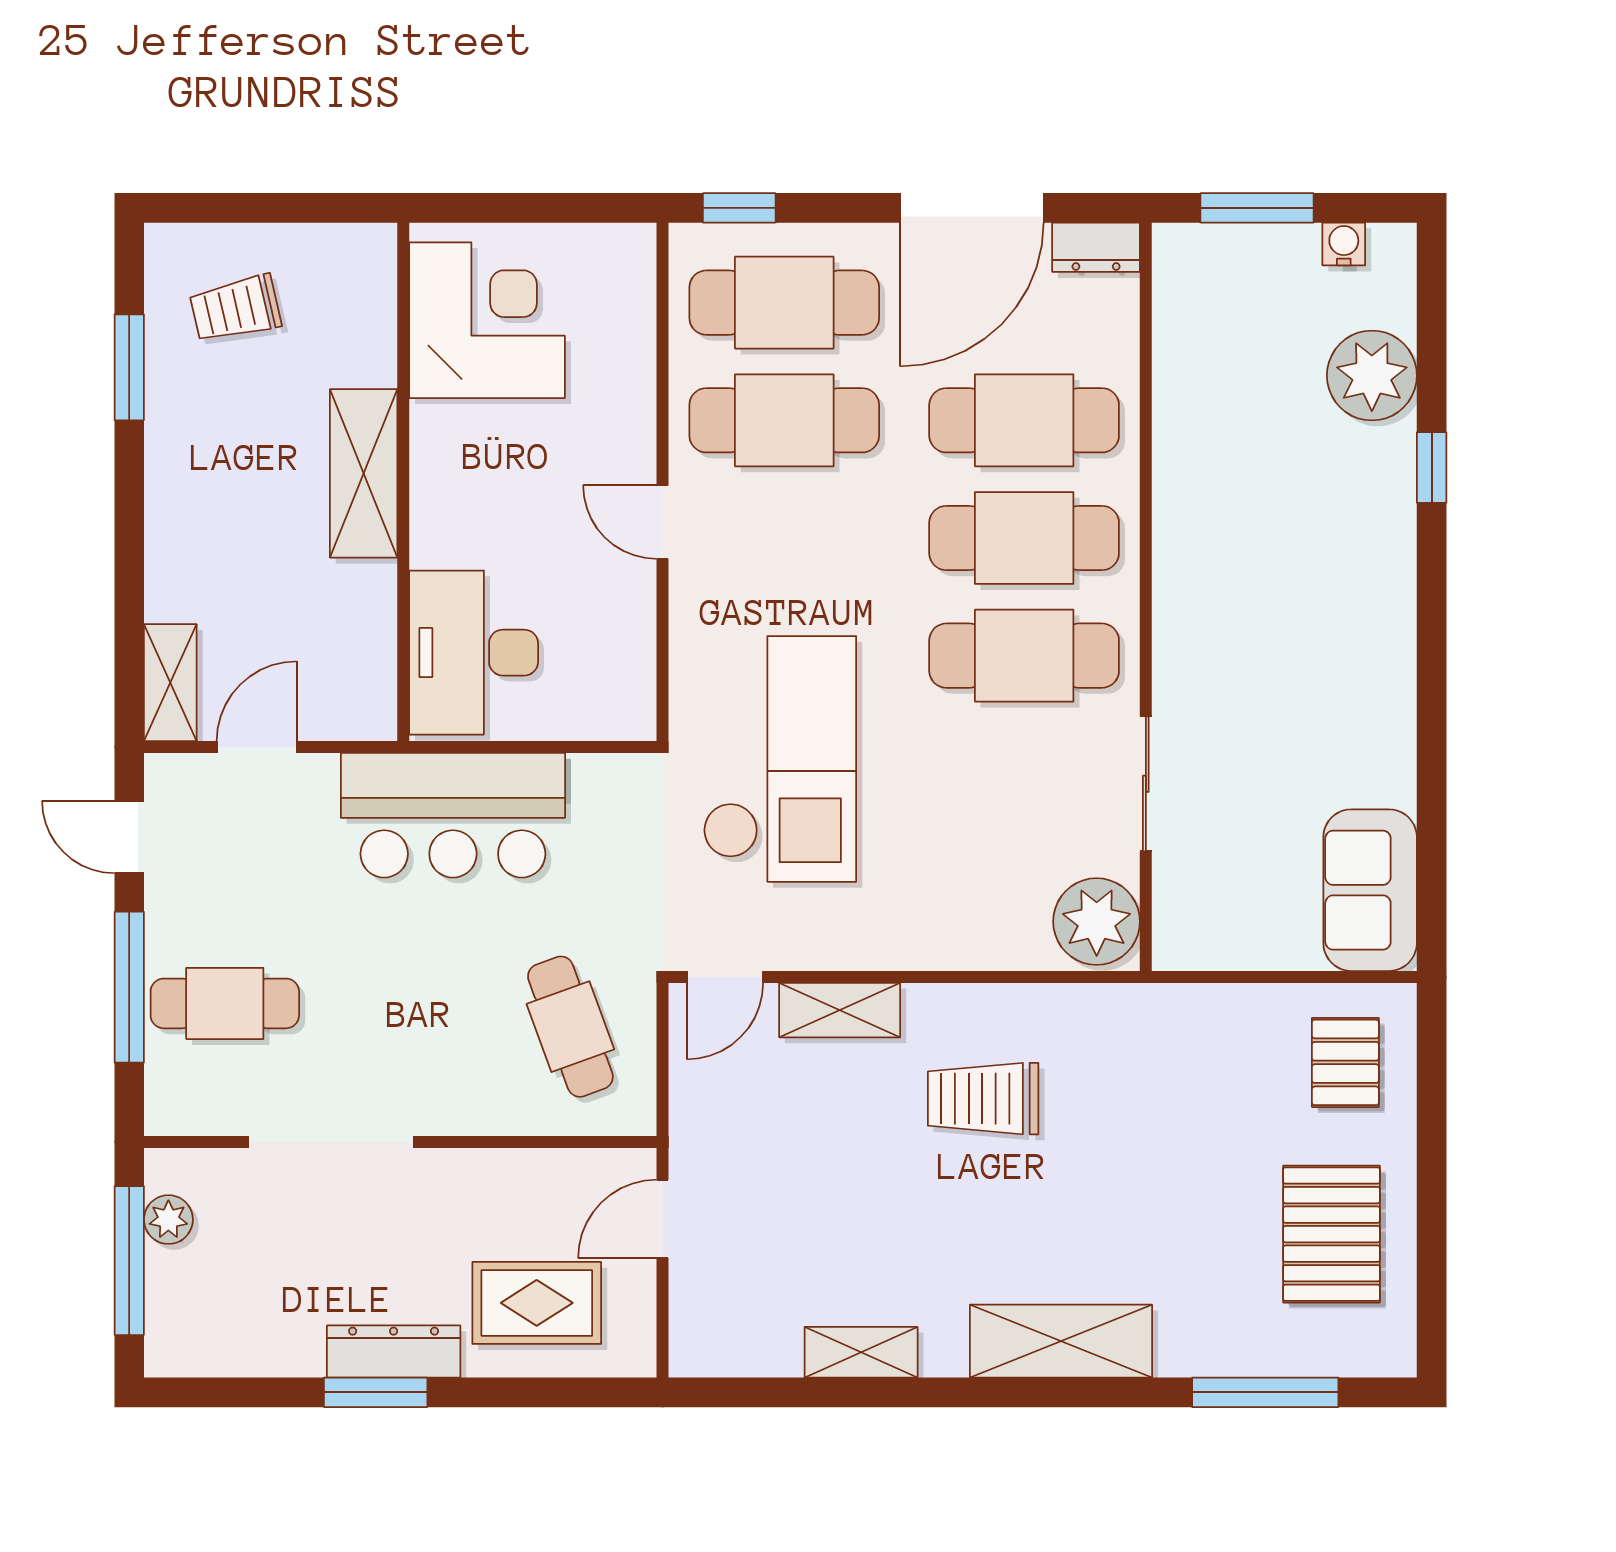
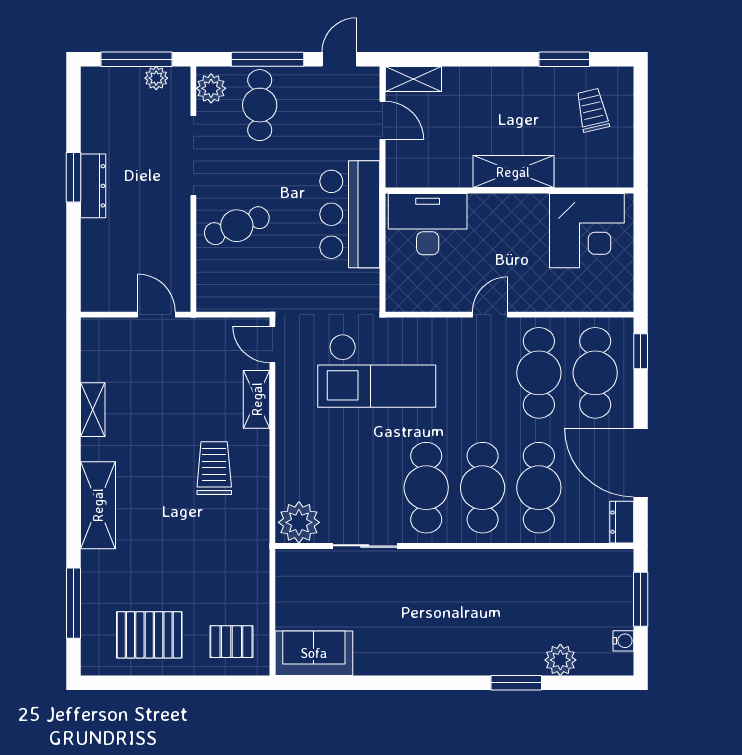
plant: (1372, 375) -> (560, 660), width x0.73, depth x0.73
window: (1432, 467) -> (516, 683), width x1.50
cafe table: (570, 1027) -> (237, 226), moved
plant: (190, 1105) -> (211, 88), added
rug: (537, 1303) -> (116, 254), removed

